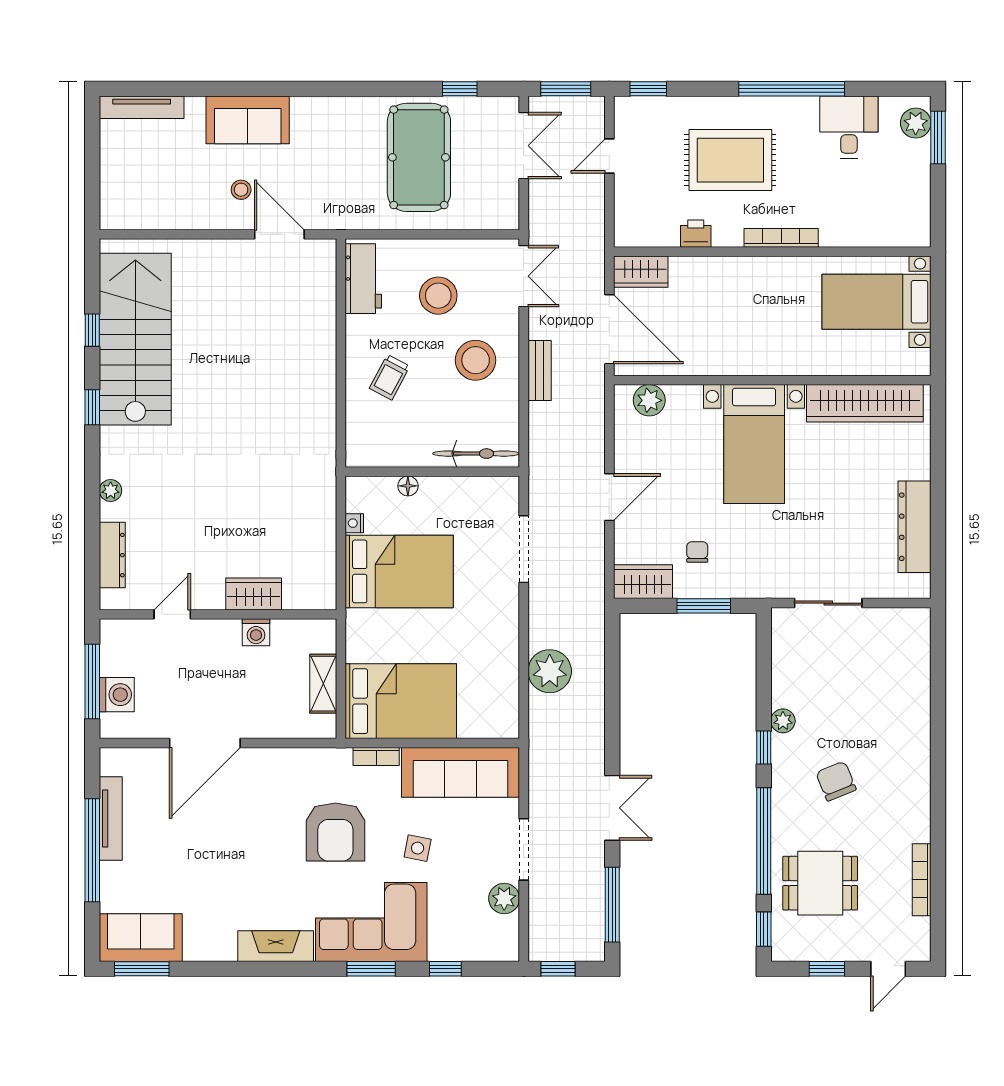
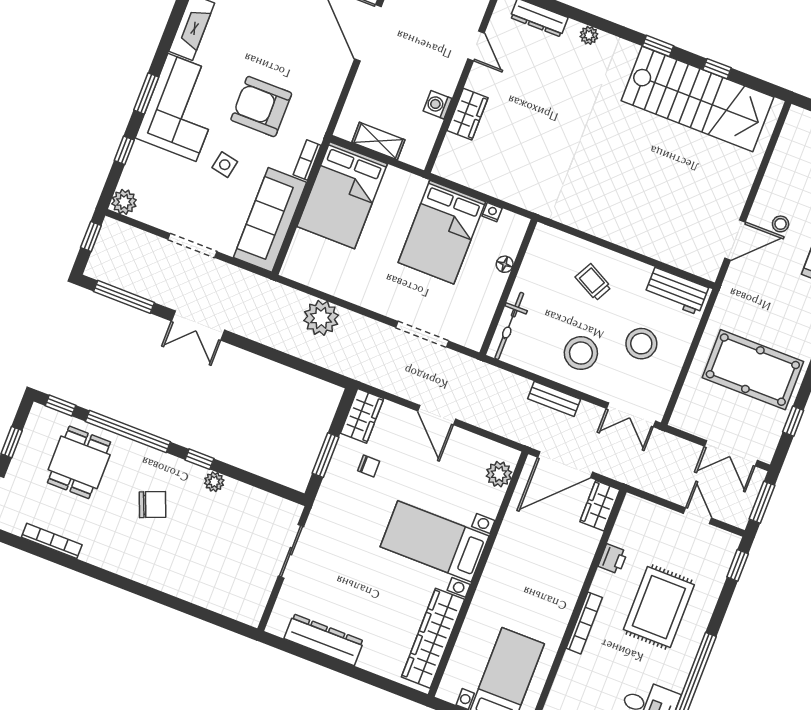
plant: (504, 898) -> (124, 202), moved

